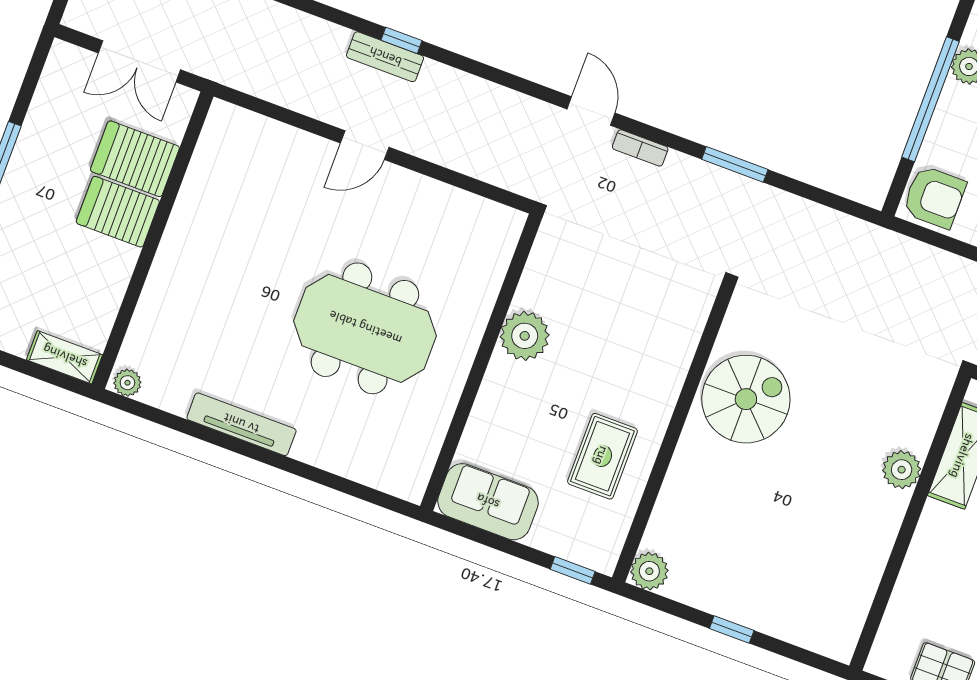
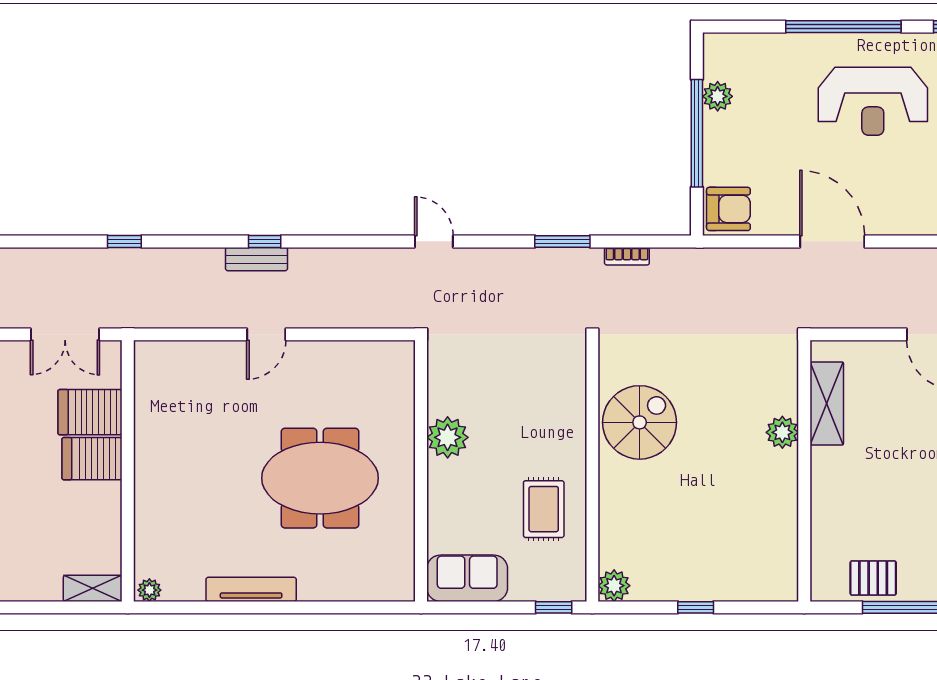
bookcase: (640, 148) -> (627, 256), moved

